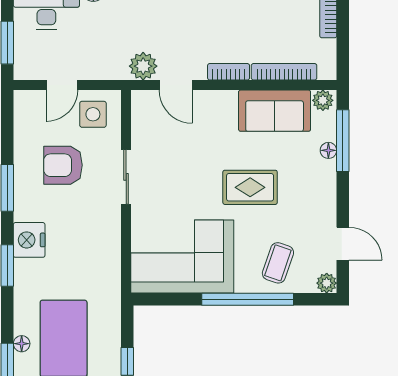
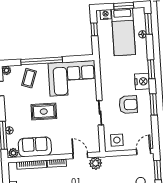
door: (62, 85) -> (144, 152), moved
armchair: (63, 165) -> (128, 105), moved

